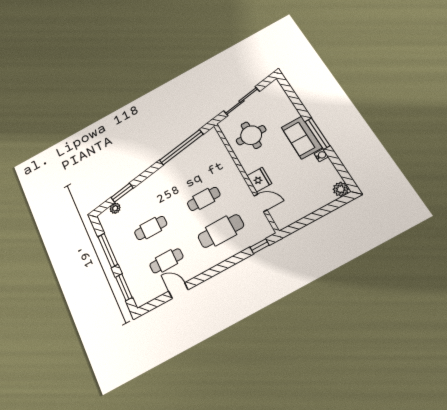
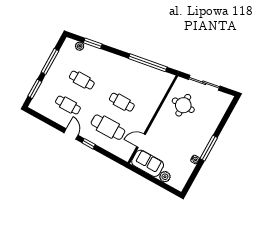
sofa: (302, 137) -> (148, 163), moved, turned 90
fridge: (259, 180) -> (156, 130), removed
plant: (341, 189) -> (165, 177), moved
door: (261, 203) -> (141, 141), swing flipped
window: (260, 246) -> (89, 144), moved
door: (178, 291) -> (71, 134), moved

